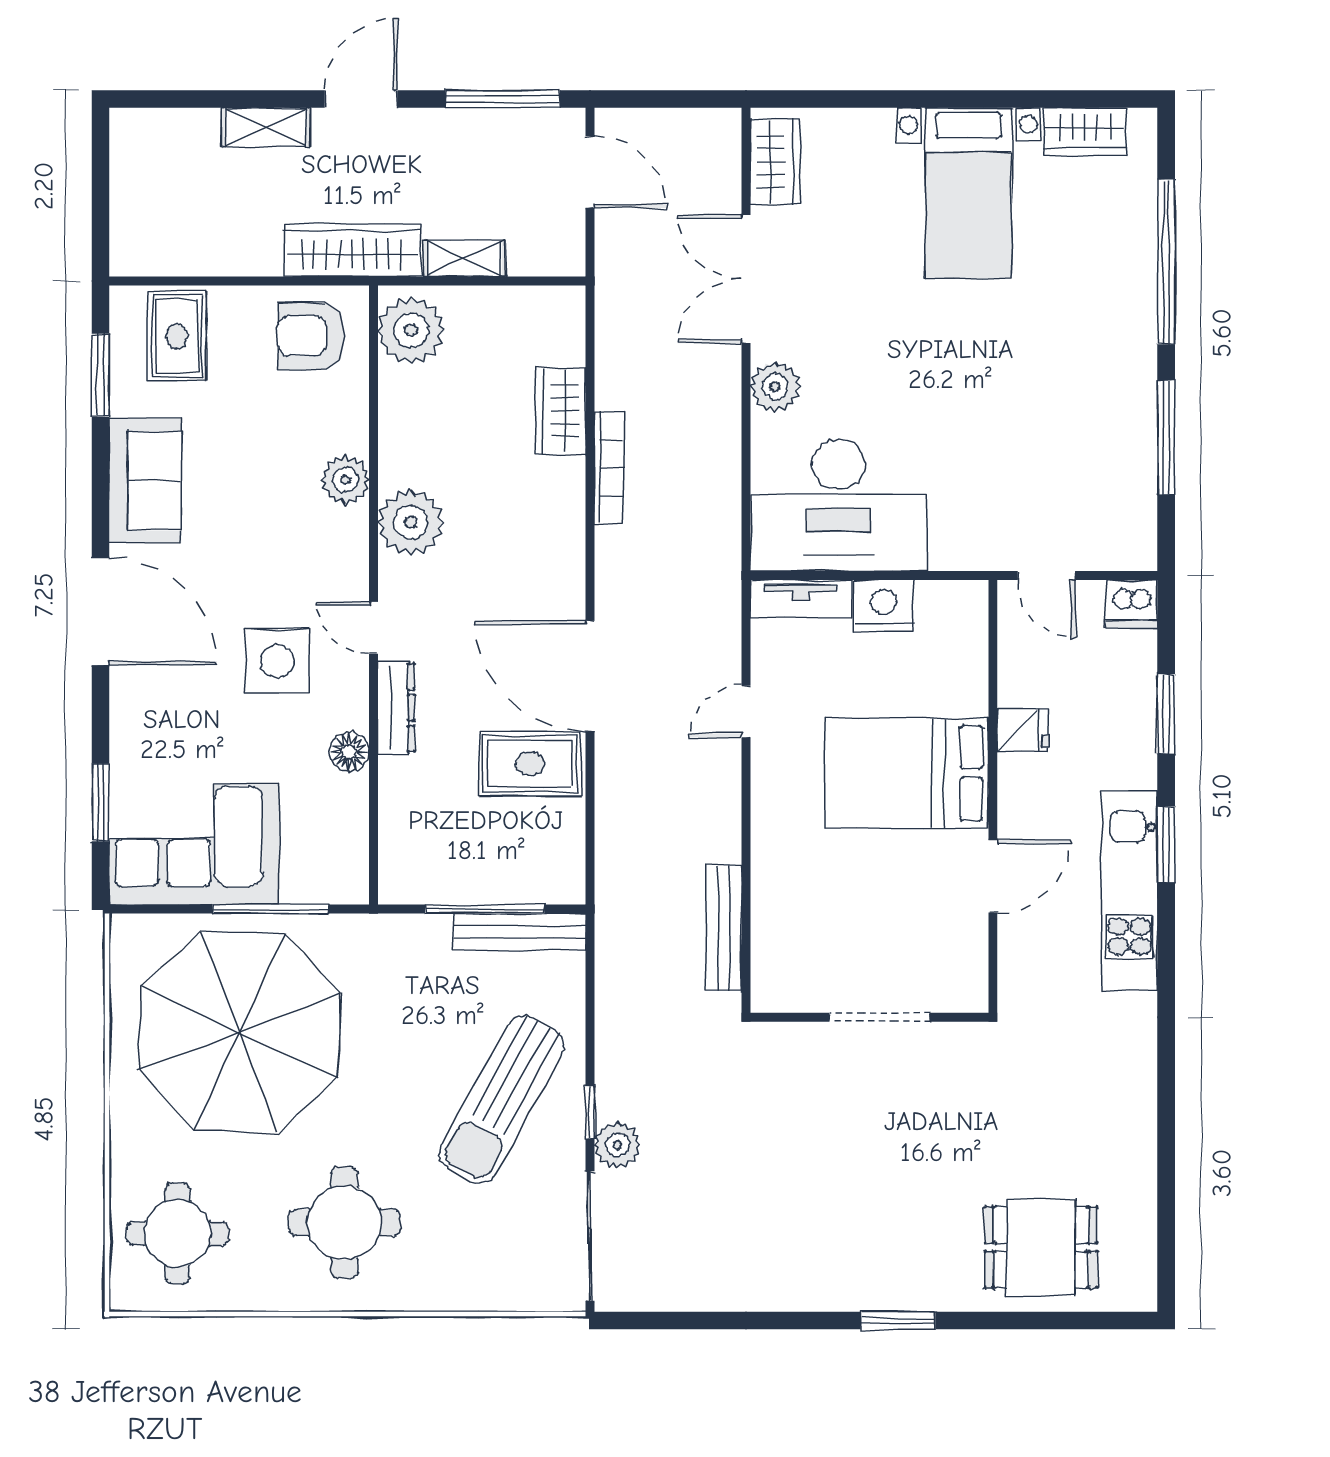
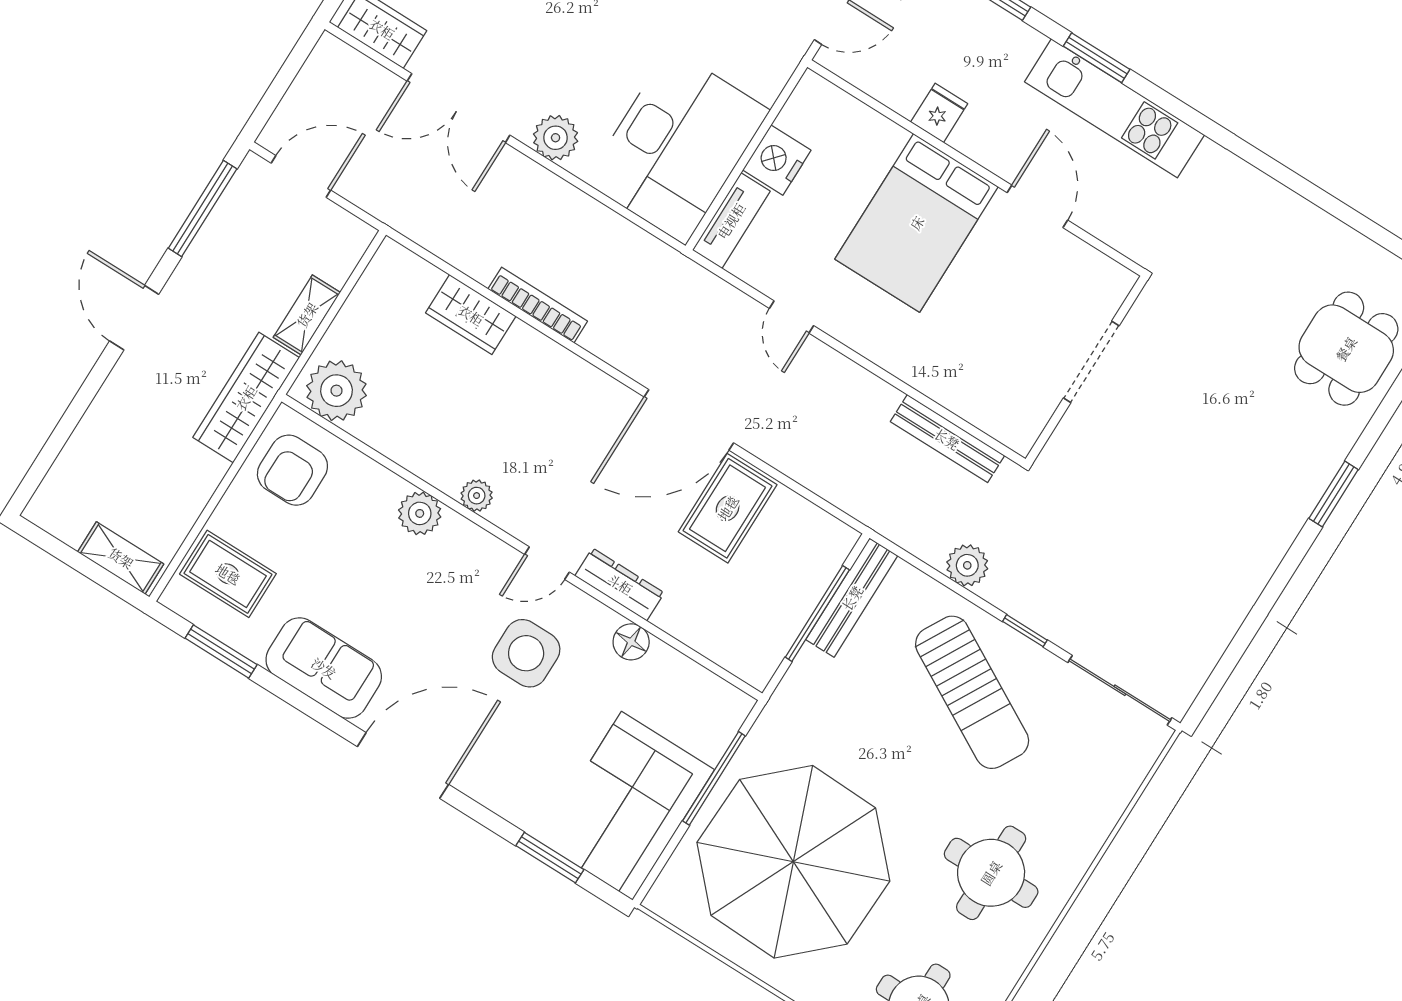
shelving: (266, 127) -> (121, 558), moved, turned 90
plant: (411, 522) -> (477, 496), width x0.53, depth x0.53
plant: (617, 1145) -> (967, 565), moved

